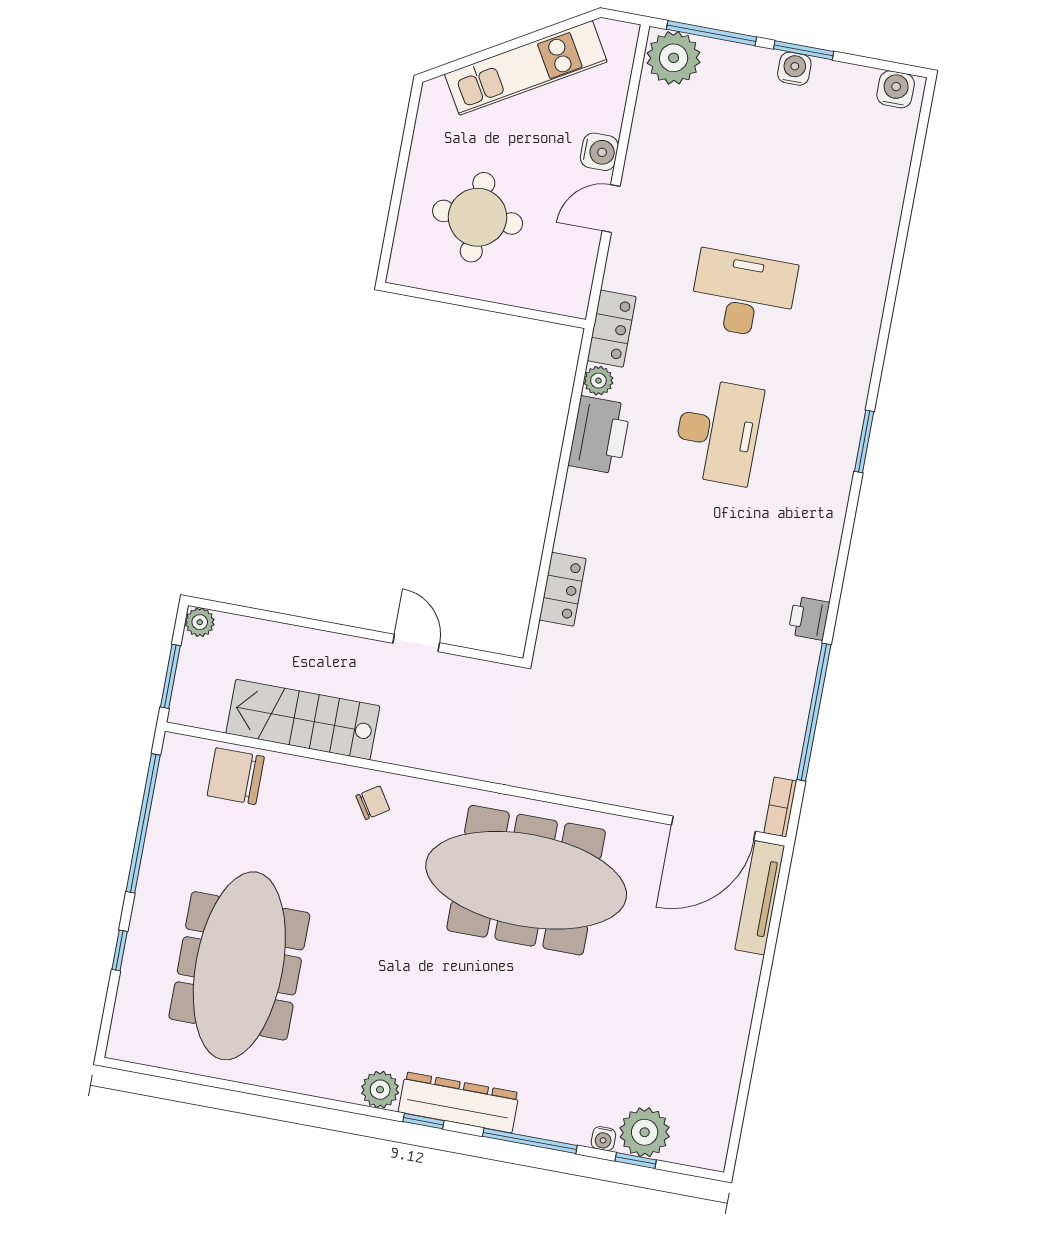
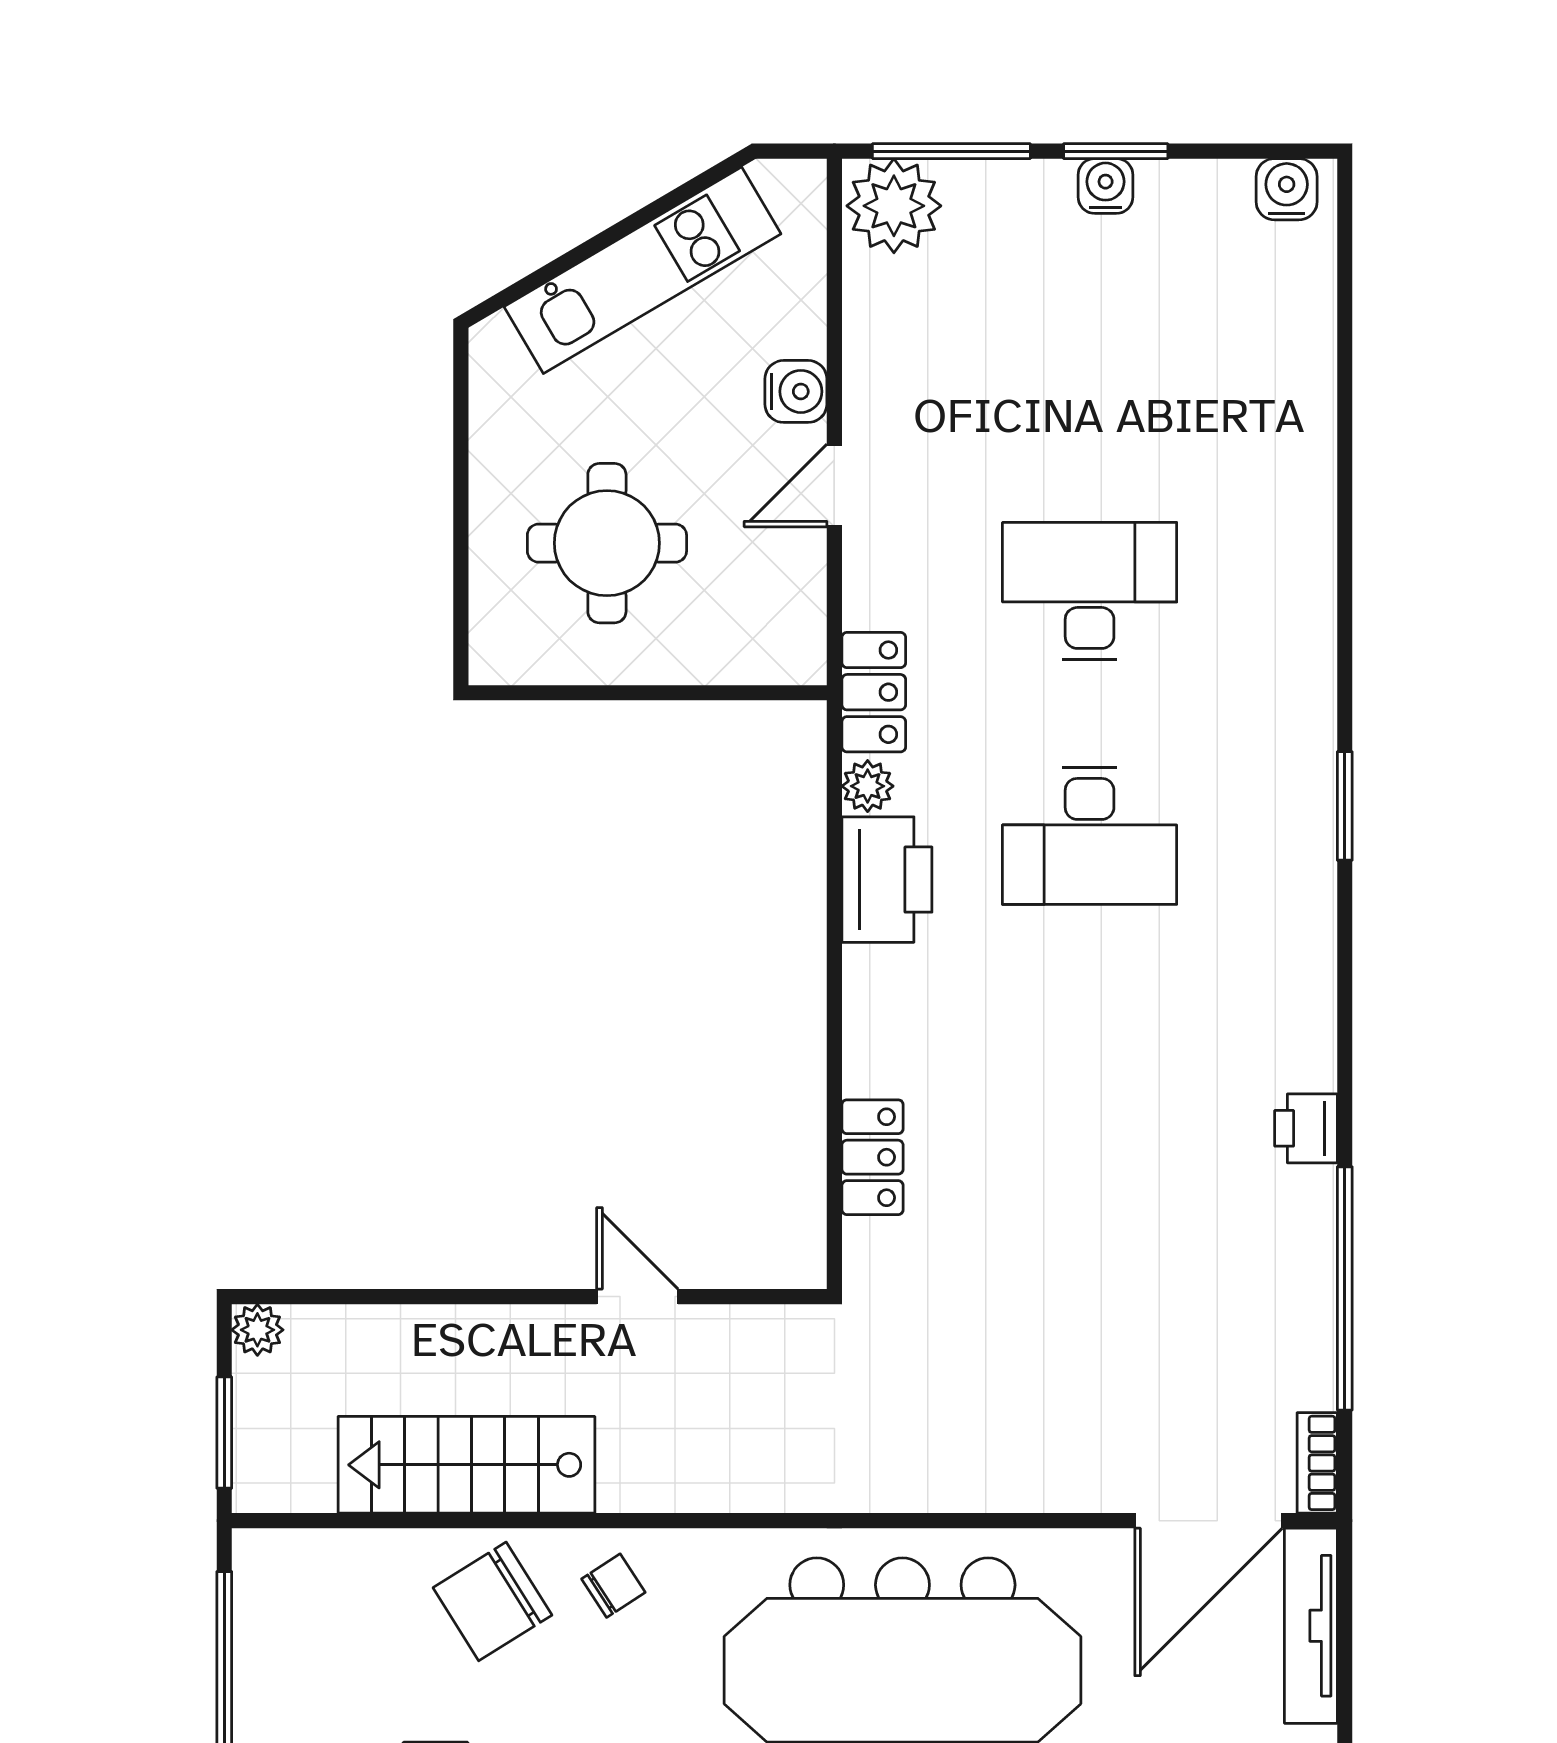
desk: (718, 432) -> (1090, 836), turned 90
chair: (236, 776) -> (492, 1601), moved, turned -32

